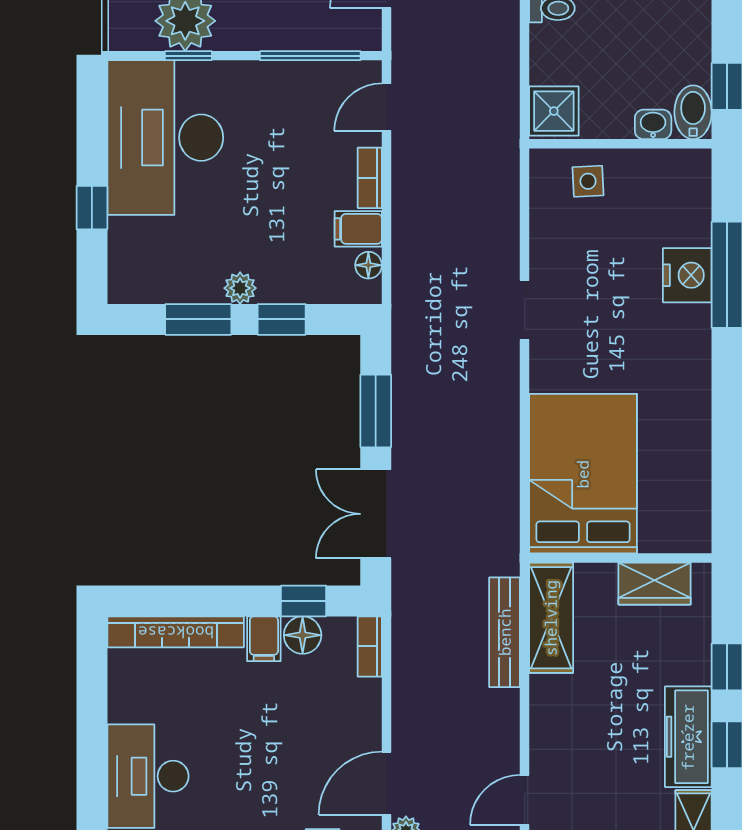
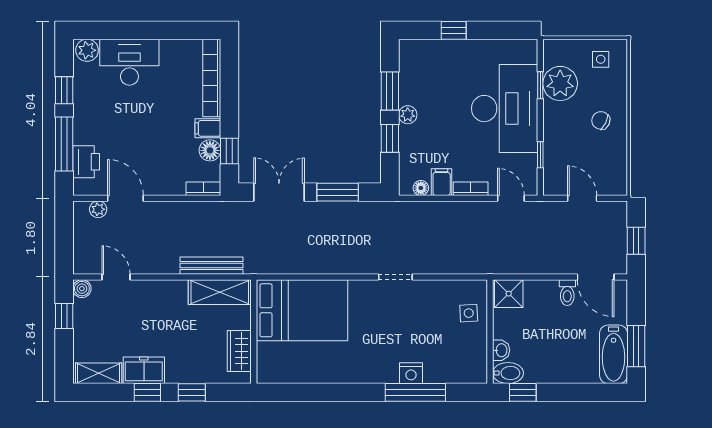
window: (310, 56) -> (540, 155), width x0.46
desk: (165, 138) -> (505, 109), moved, turned 90
nightstand: (687, 275) -> (411, 373), width x0.74, depth x0.75
freezer: (688, 737) -> (144, 370), width x0.71

